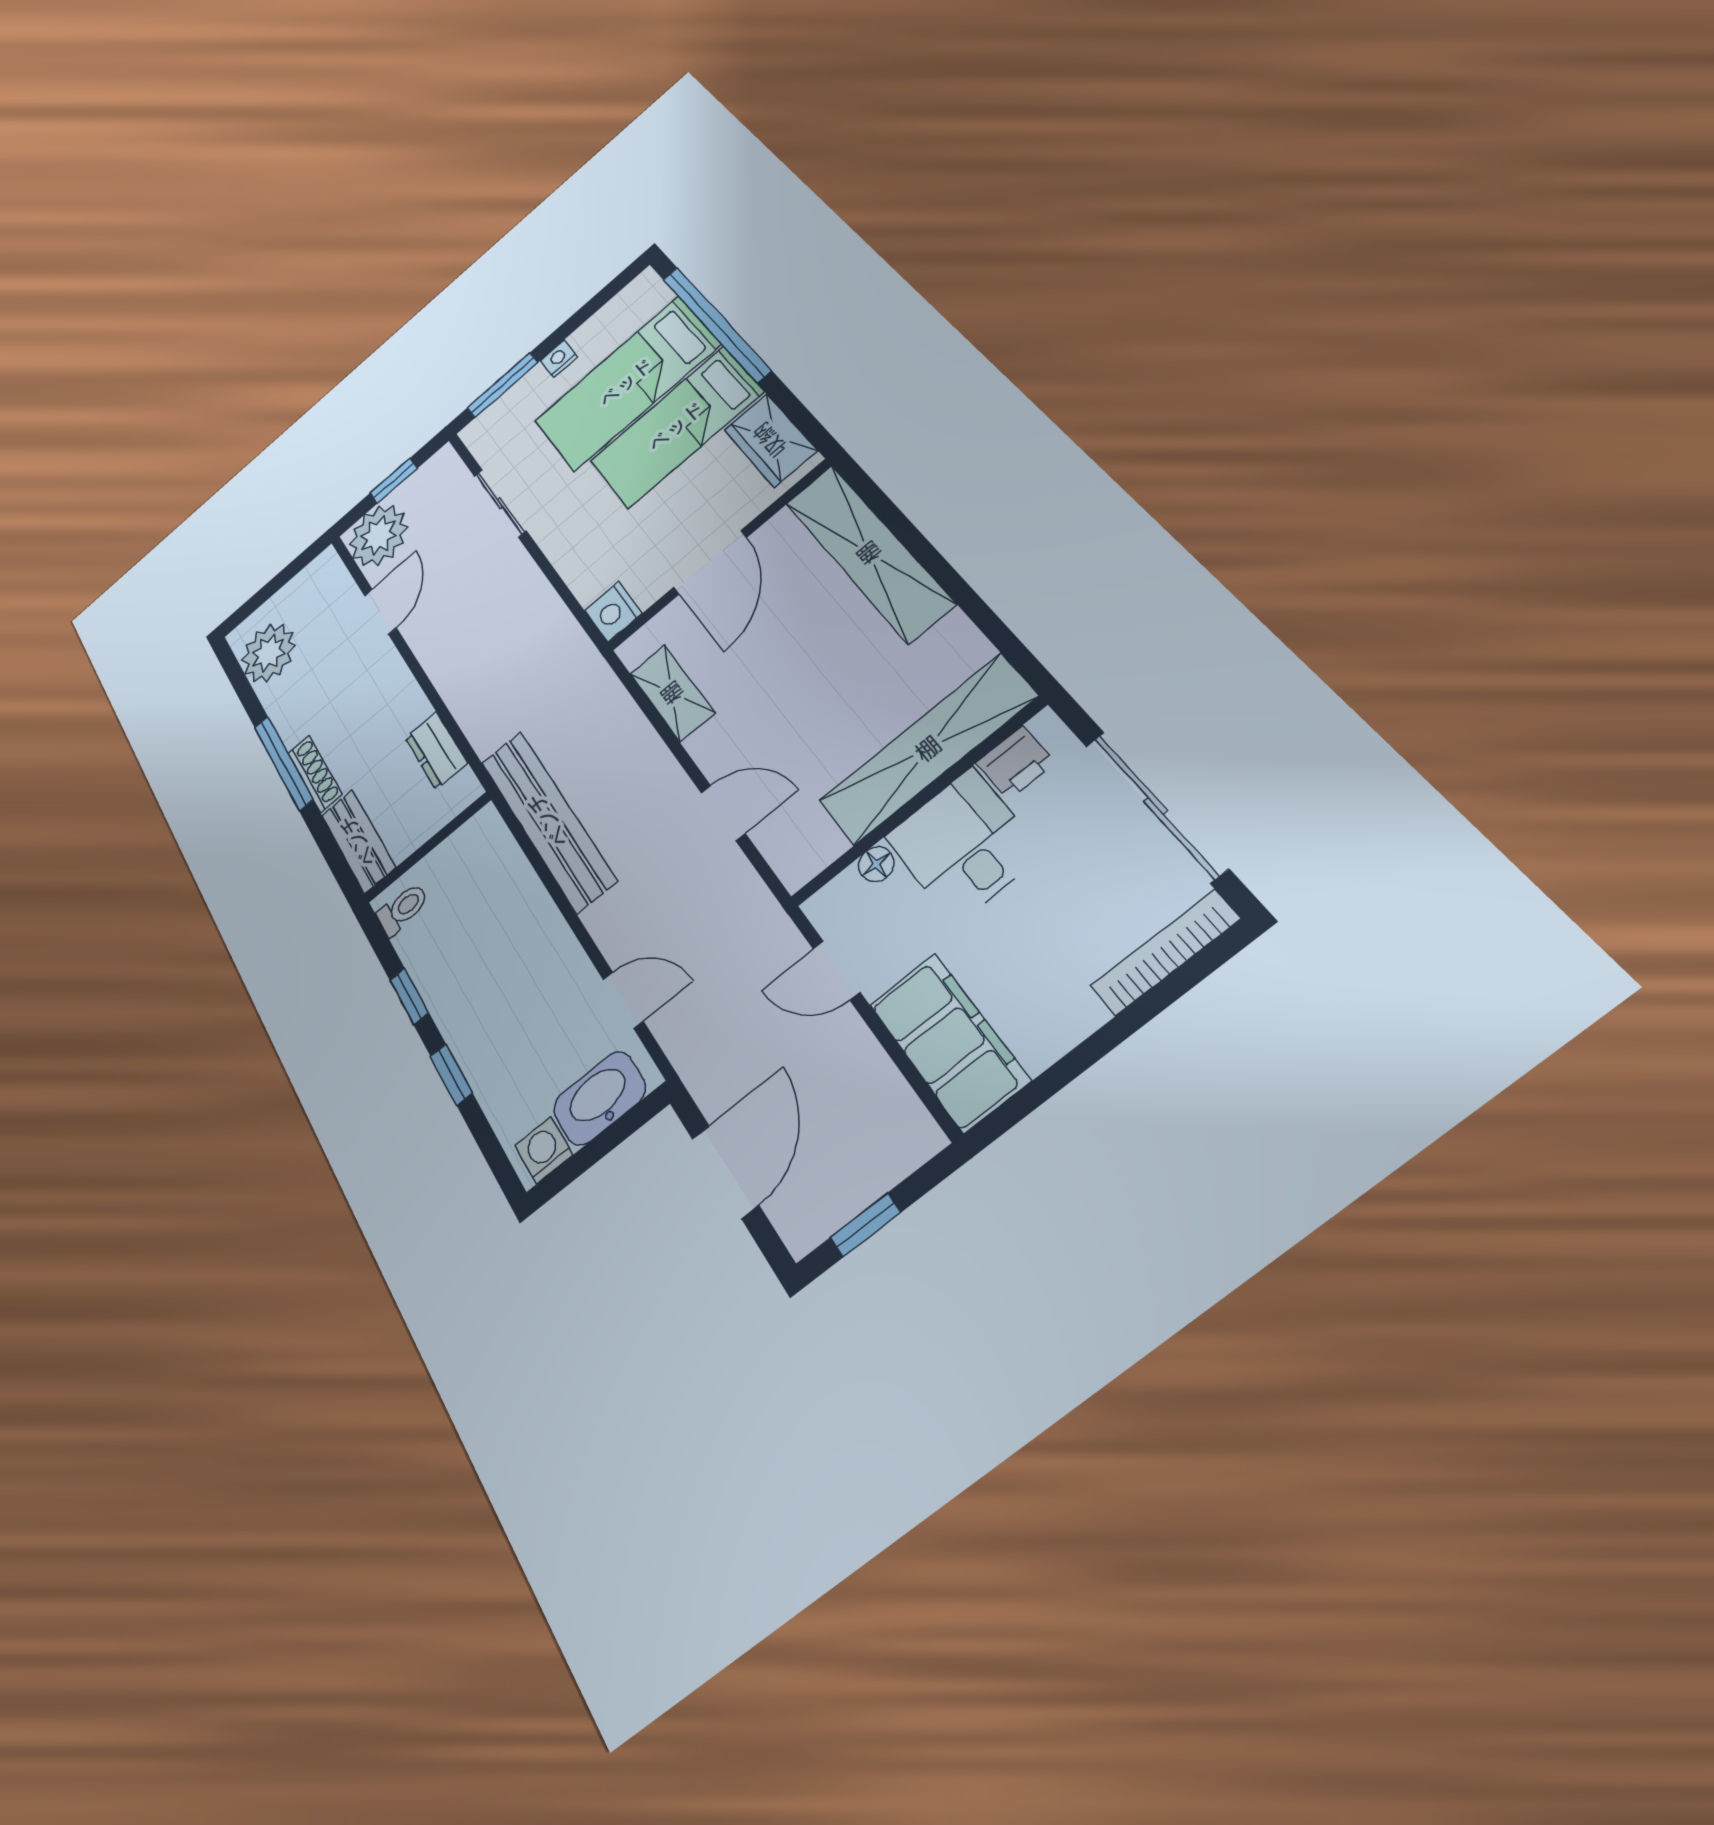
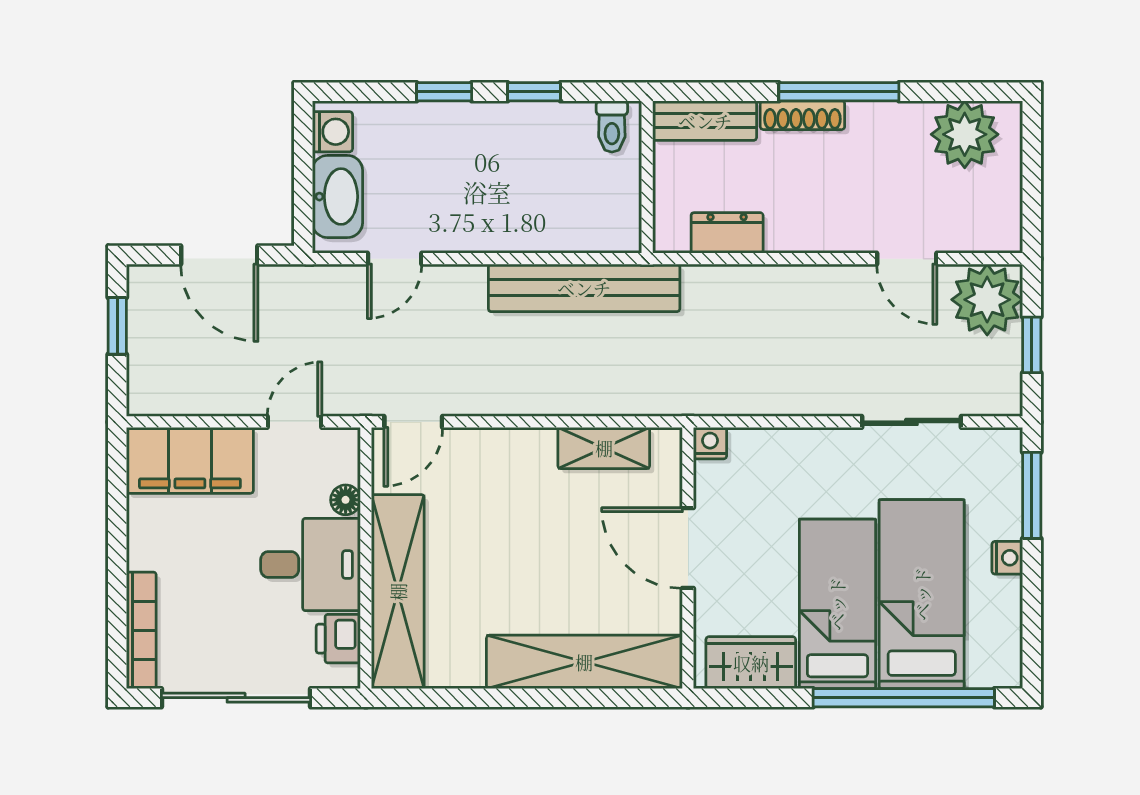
nightstand: (613, 612) -> (710, 443), width x0.72, depth x0.74
door: (723, 813) -> (413, 422), moved

